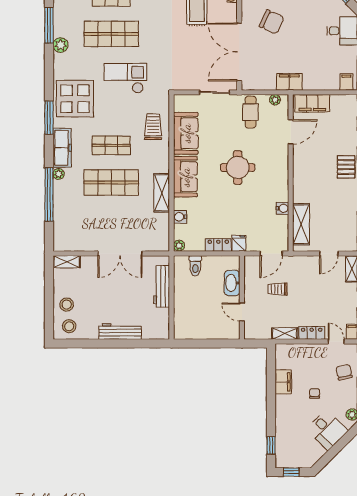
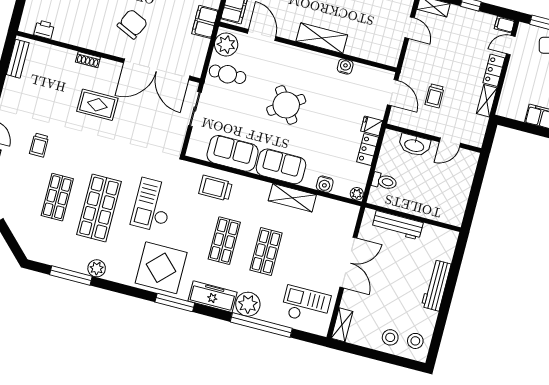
plant: (275, 100) -> (226, 45), width x1.88, depth x1.88
round table: (238, 168) -> (286, 105), turned -35
plant: (59, 174) -> (248, 304), width x1.88, depth x1.88
shop shelf: (111, 182) -> (266, 251), width x0.70, depth x0.74
shelving: (301, 224) -> (322, 38), moved
checkout: (75, 227) -> (306, 305), added

